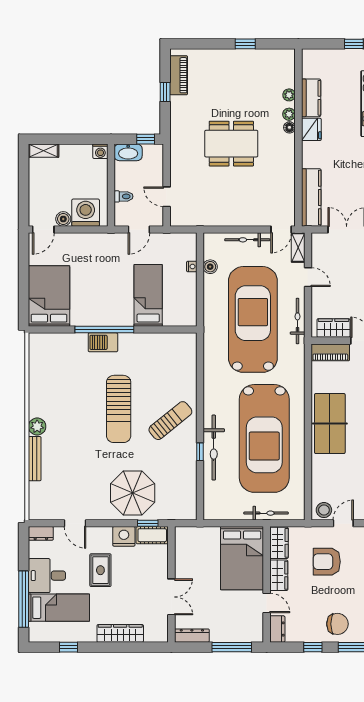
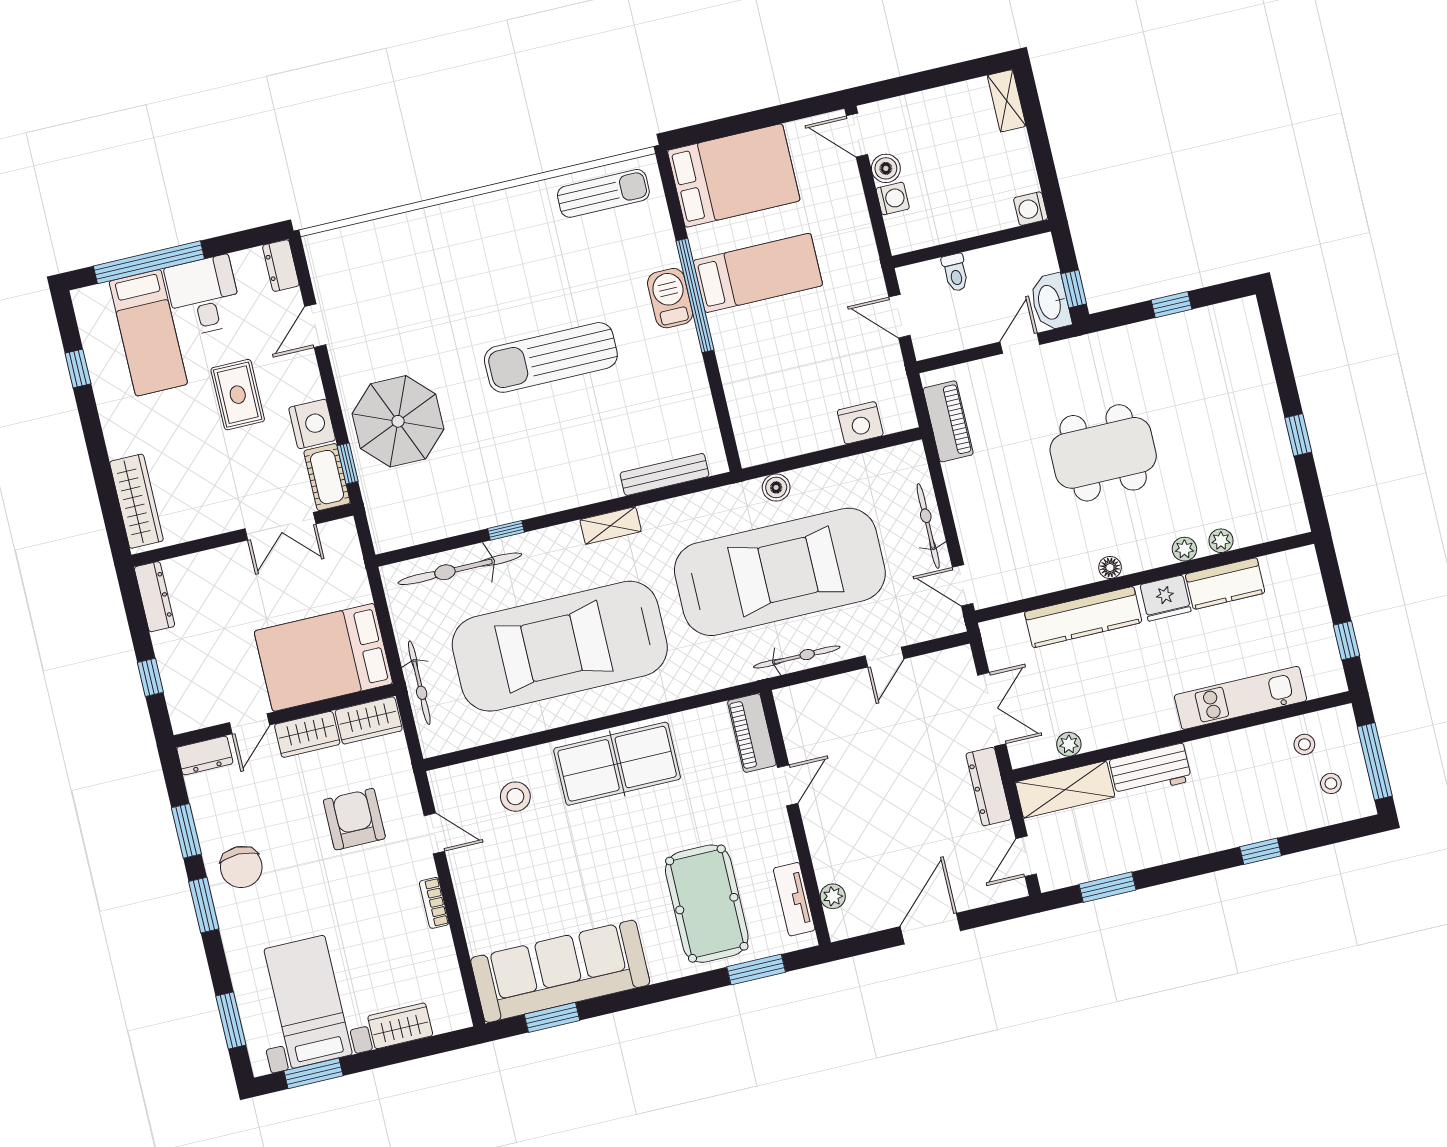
piano: (179, 75) -> (948, 421), moved, turned -90
floor lamp: (289, 127) -> (1110, 567), moved
dining table: (231, 144) -> (1103, 453), turned 90
washbasin: (128, 152) -> (1050, 302), moved
door: (167, 197) -> (1020, 343), moved
kitchen counter: (311, 197) -> (1083, 617), moved
washing machine: (86, 213) -> (893, 198), width x0.53, depth x0.53
shelving: (298, 248) -> (611, 526), moved
nightstand: (192, 266) -> (860, 423), width x1.89, depth x1.79
boiler: (210, 267) -> (776, 487), moved
bed: (148, 295) -> (758, 273), moved
wardrobe: (333, 328) -> (799, 728), removed
sun lounger: (170, 421) -> (603, 193), moved, turned -51
plant: (37, 426) -> (482, 211), removed
bicycle: (214, 448) -> (460, 569), moved
bench: (35, 459) -> (664, 474), moved
stool: (324, 510) -> (515, 797), moved
rug: (100, 570) -> (238, 395), turned 90
double door: (171, 597) -> (280, 526), moved
wardrobe: (120, 633) -> (136, 501), moved
window: (232, 647) -> (150, 677), width x0.46
window: (313, 647) -> (186, 831), width x1.50

